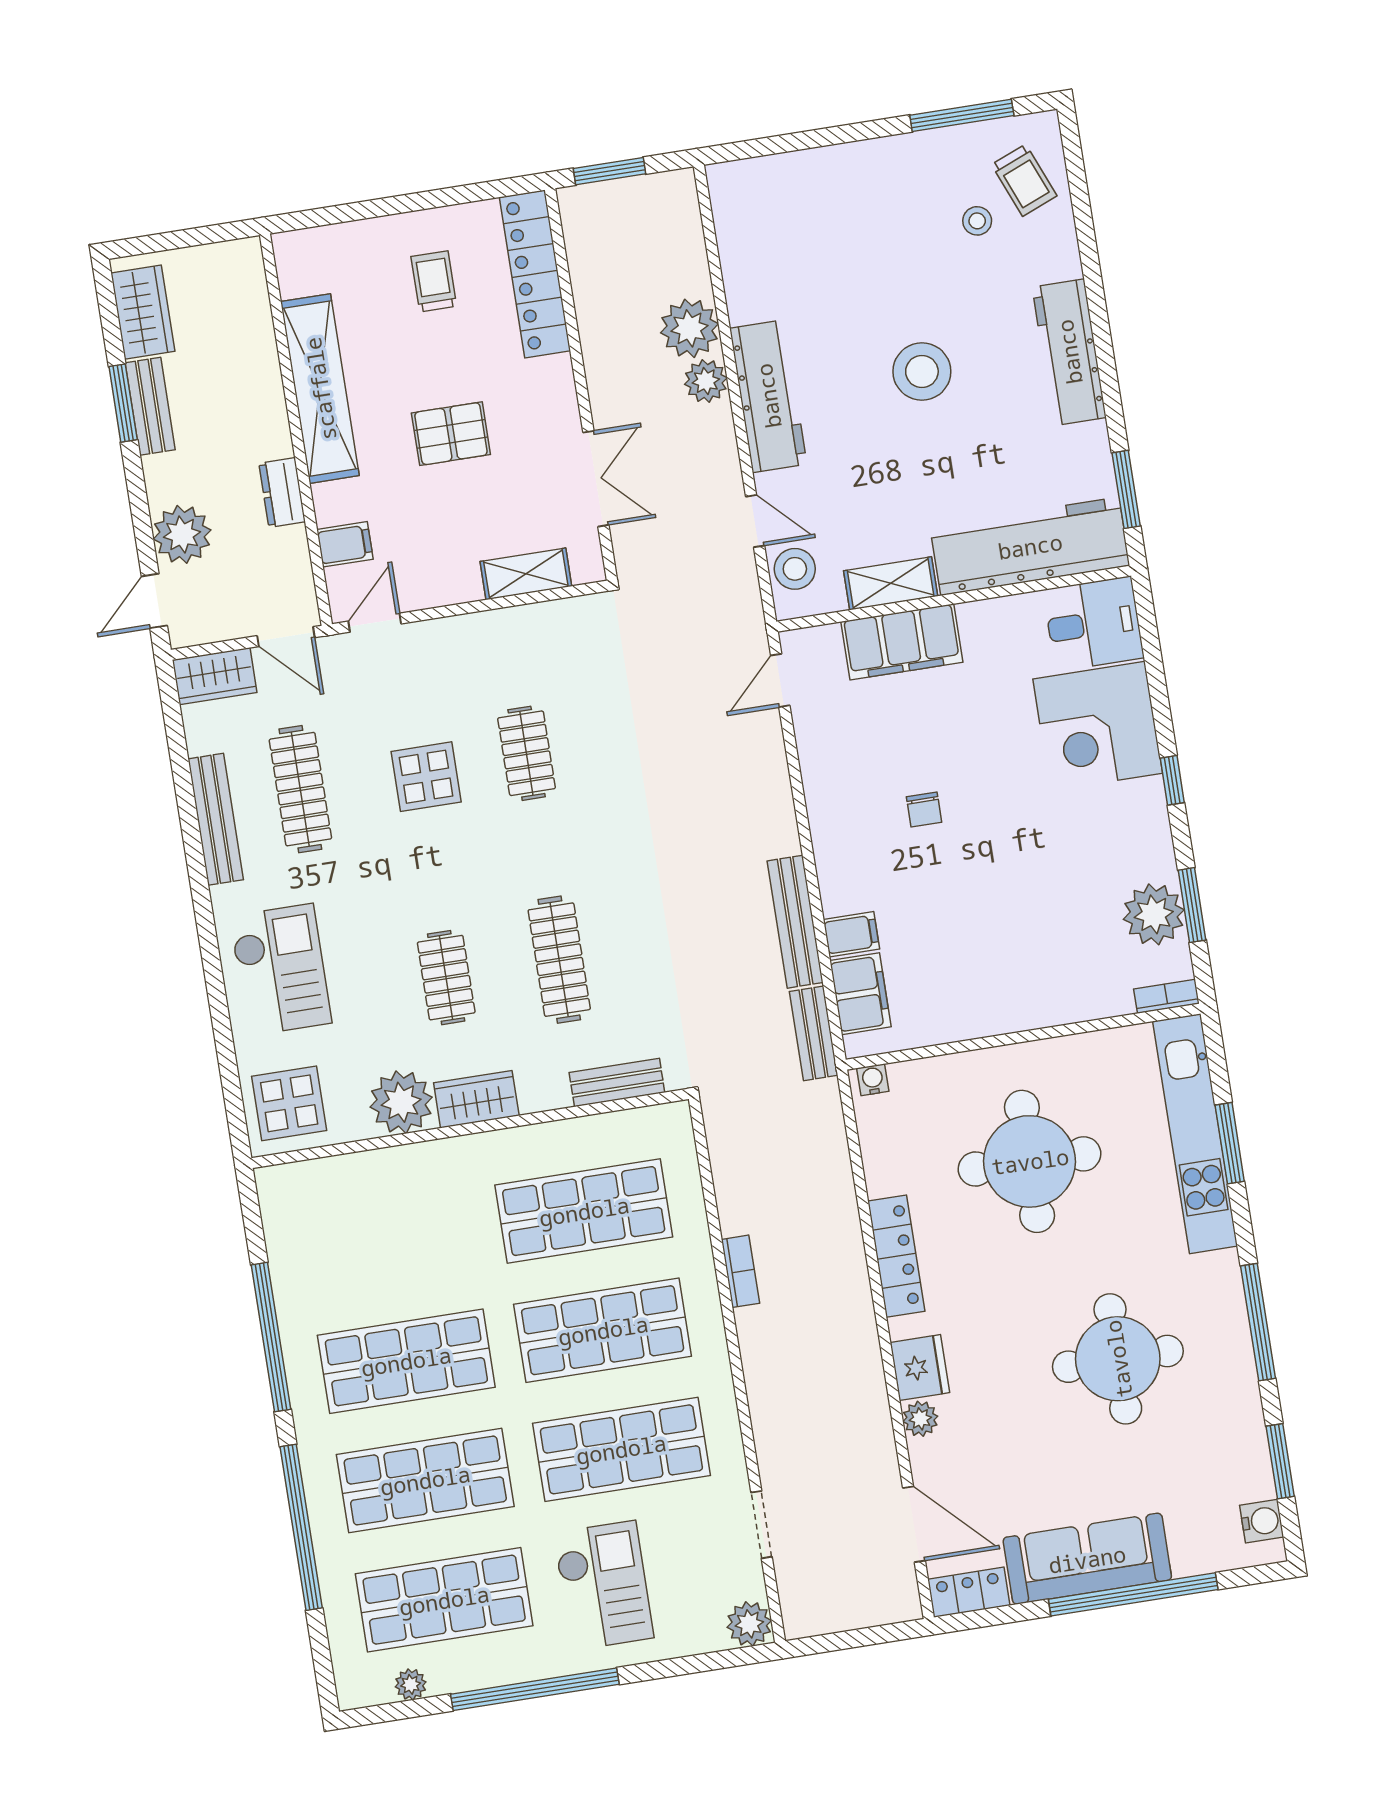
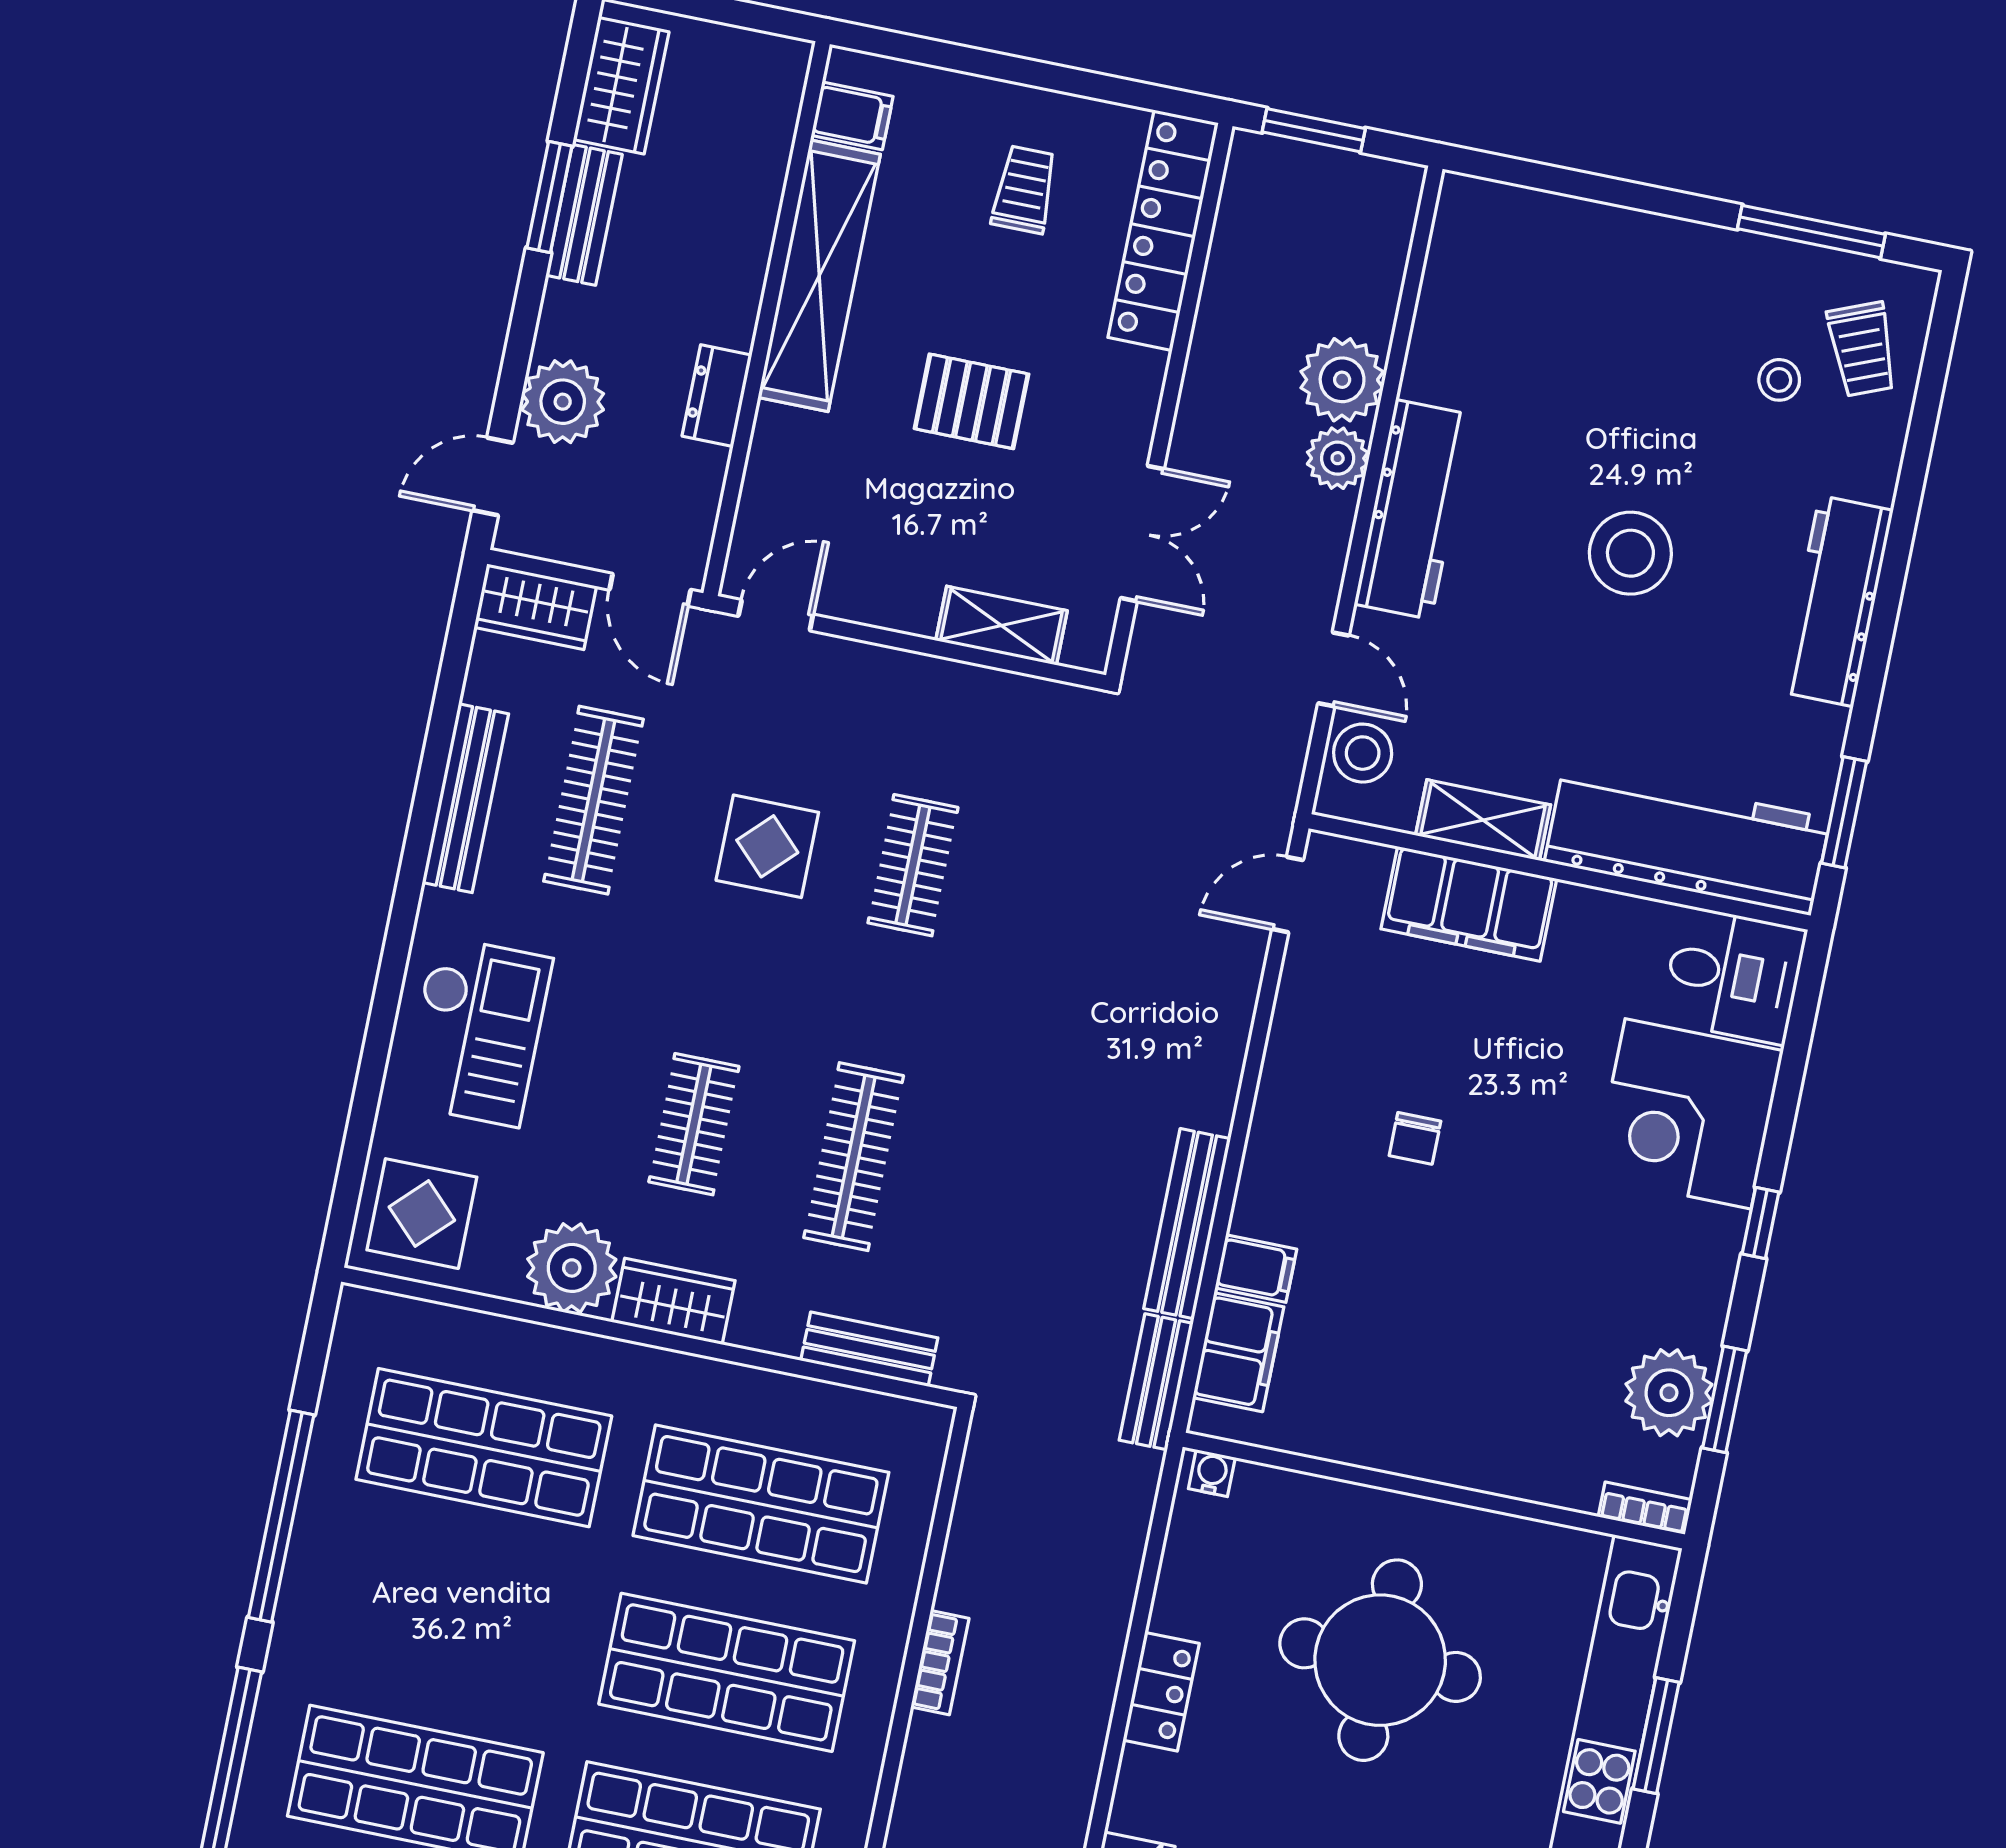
filing cabinet: (345, 544) -> (852, 116), moved
locker: (896, 1256) -> (1161, 1692), width x0.66
shop shelf: (406, 1361) -> (484, 1448), moved

